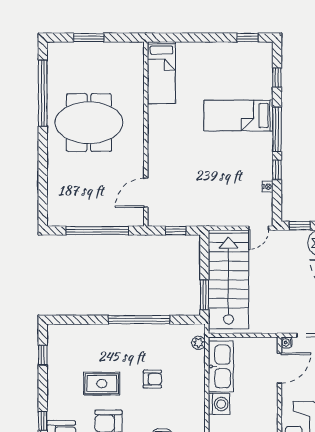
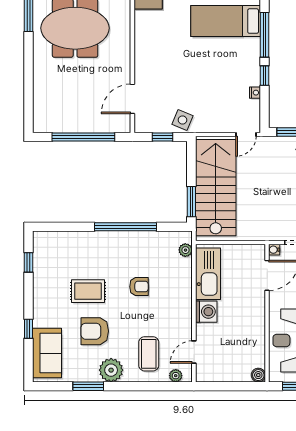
side table: (196, 214) -> (183, 120), added

